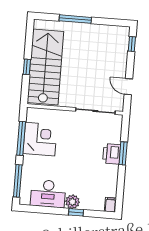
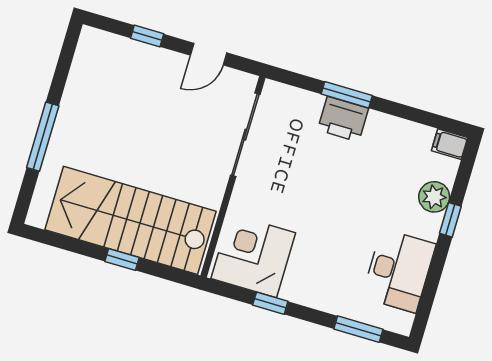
window: (132, 44) -> (147, 36), moved
window: (21, 138) -> (270, 303), width x0.46
corner desk: (40, 139) -> (253, 256), moved
window: (18, 181) -> (358, 329), width x0.69
plant: (72, 202) -> (434, 197), moved

